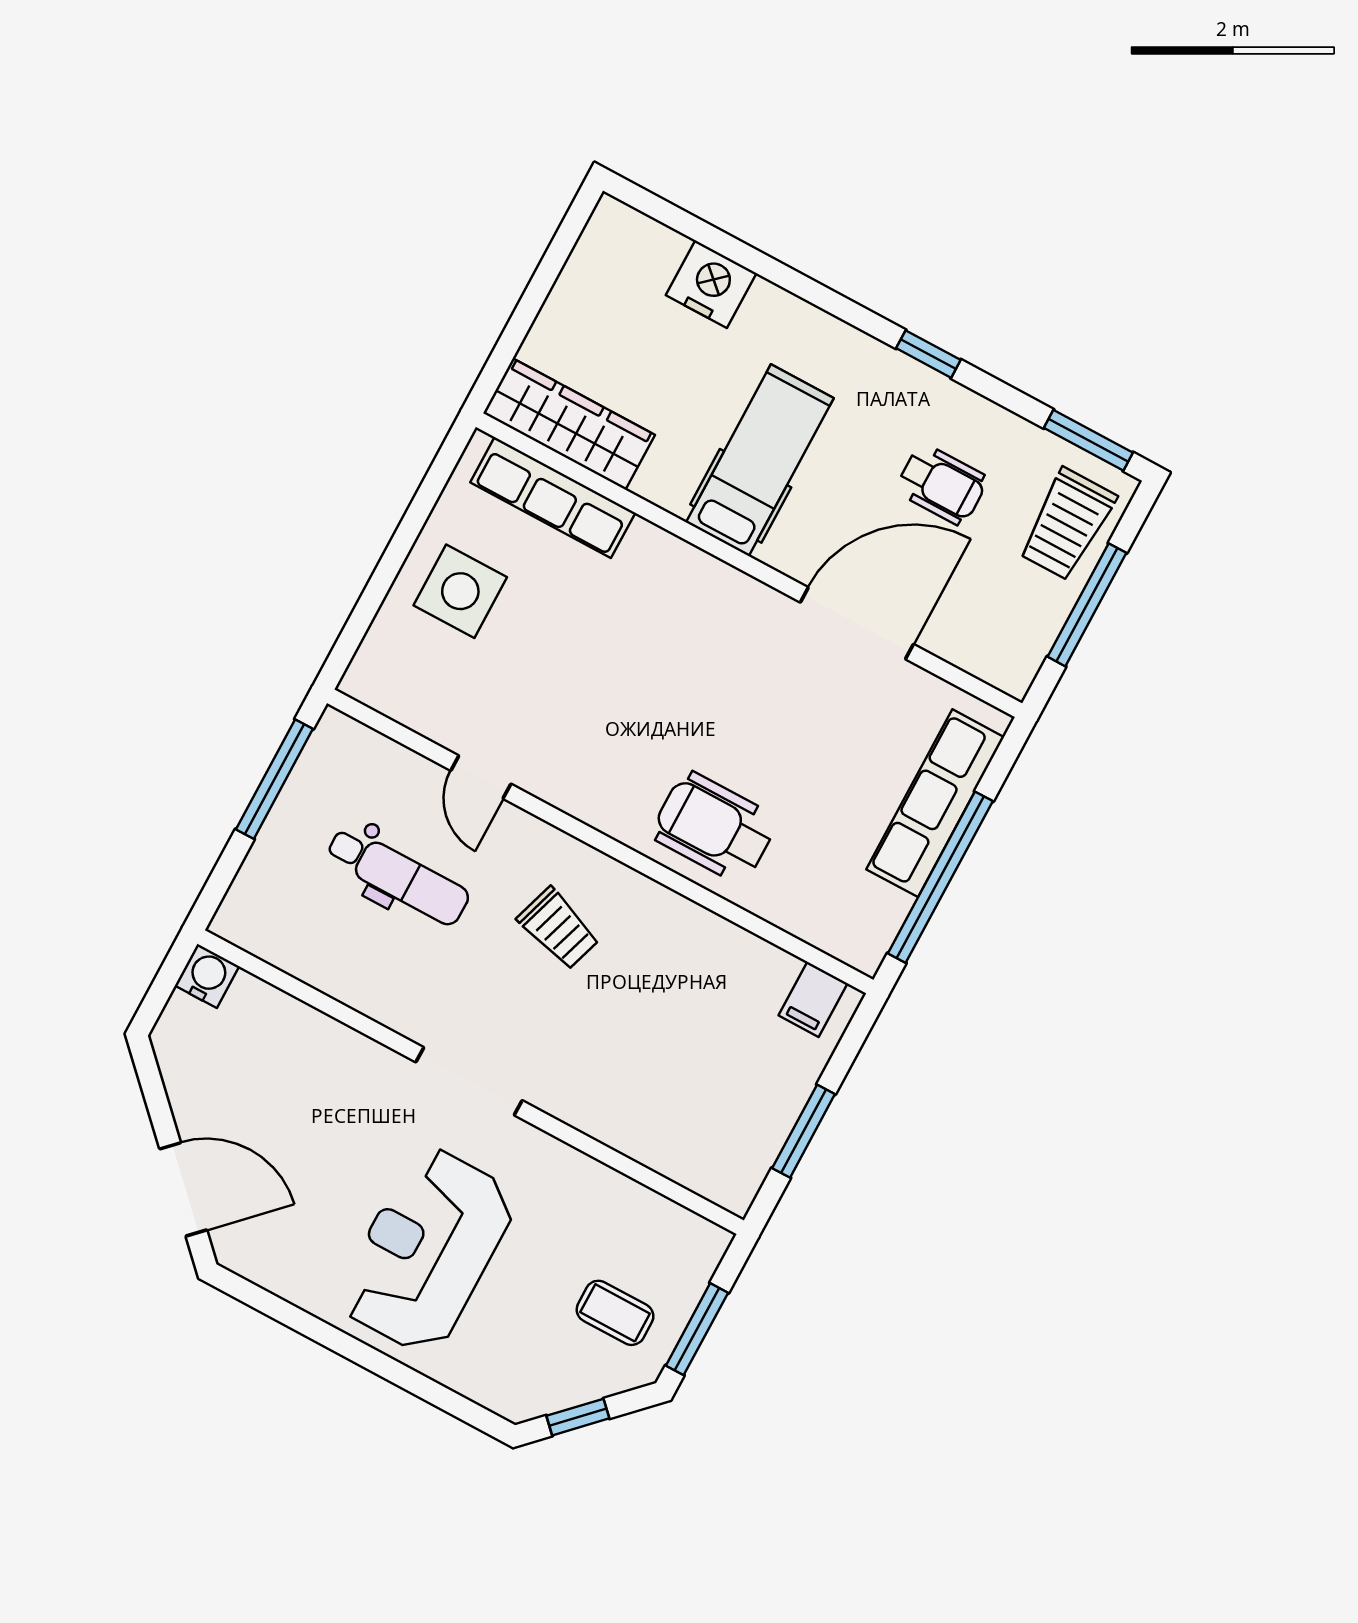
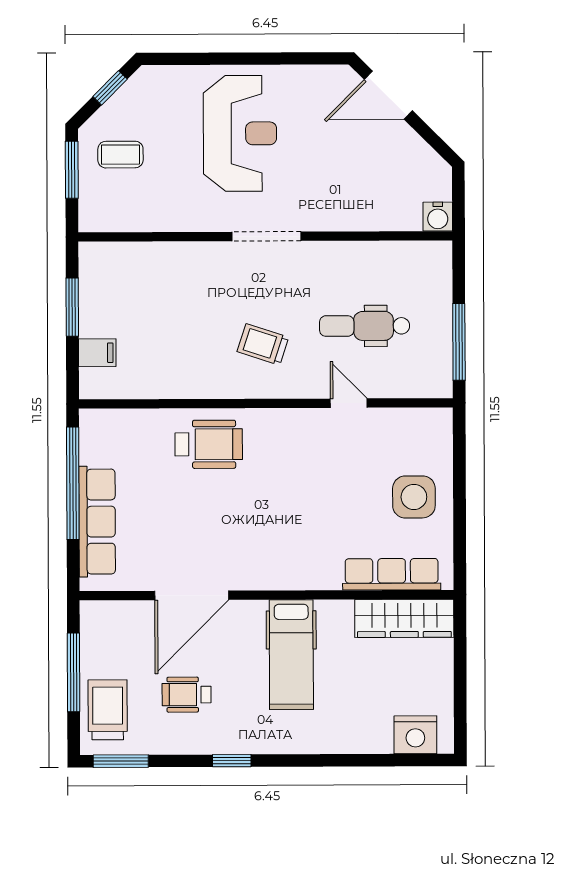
nightstand: (711, 284) -> (415, 735), moved
filing cabinet: (813, 999) -> (97, 353), moved, turned 90

